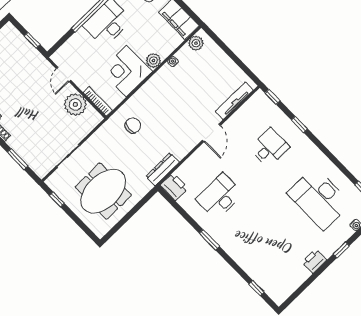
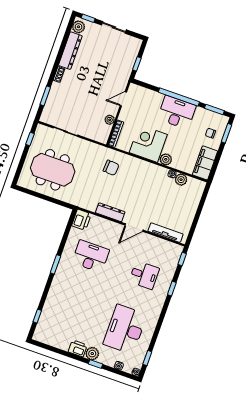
plant: (196, 43) -> (181, 180), moved
plant: (75, 105) -> (110, 120), width x0.53, depth x0.53
dresser: (163, 169) -> (110, 212), moved
plant: (328, 248) -> (92, 354), added

